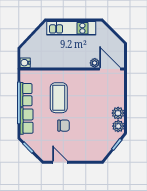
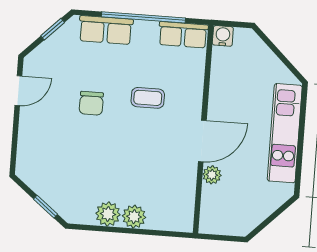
door: (110, 69) -> (202, 141), moved
row of seats: (26, 95) -> (183, 35), moved
coffee table: (59, 98) -> (148, 98), width x0.54, depth x0.58
plant: (118, 126) -> (134, 217), moved

